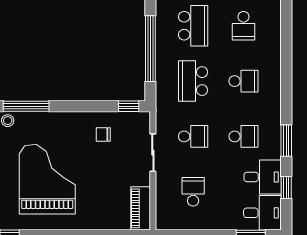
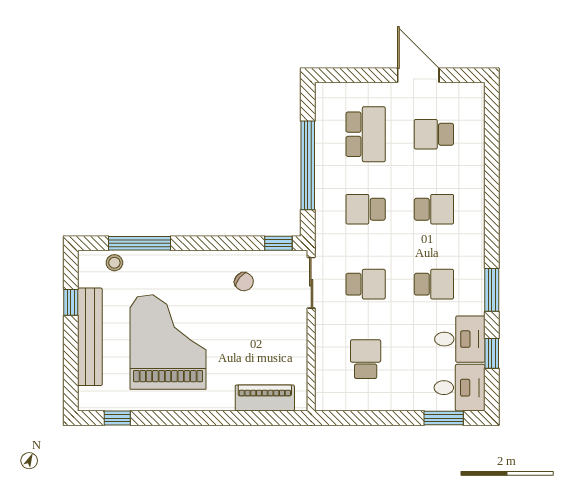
school desk: (243, 26) -> (434, 134), turned 90
school desk: (193, 81) -> (366, 209), width x0.54
chair: (103, 135) -> (244, 282), turned -142
sliding door: (153, 153) -> (311, 283), moved
piano: (141, 208) -> (265, 398), moved, turned 90

